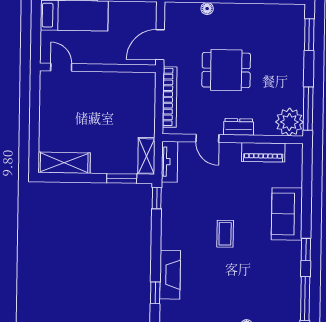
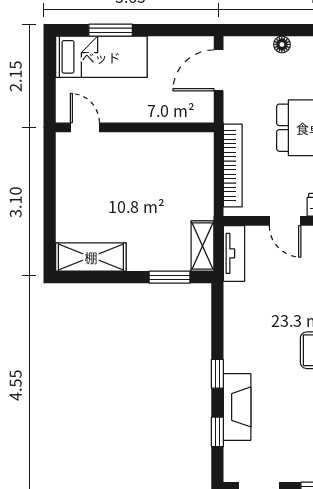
door: (160, 45) -> (219, 70), moved
window: (157, 198) -> (217, 374), moved

